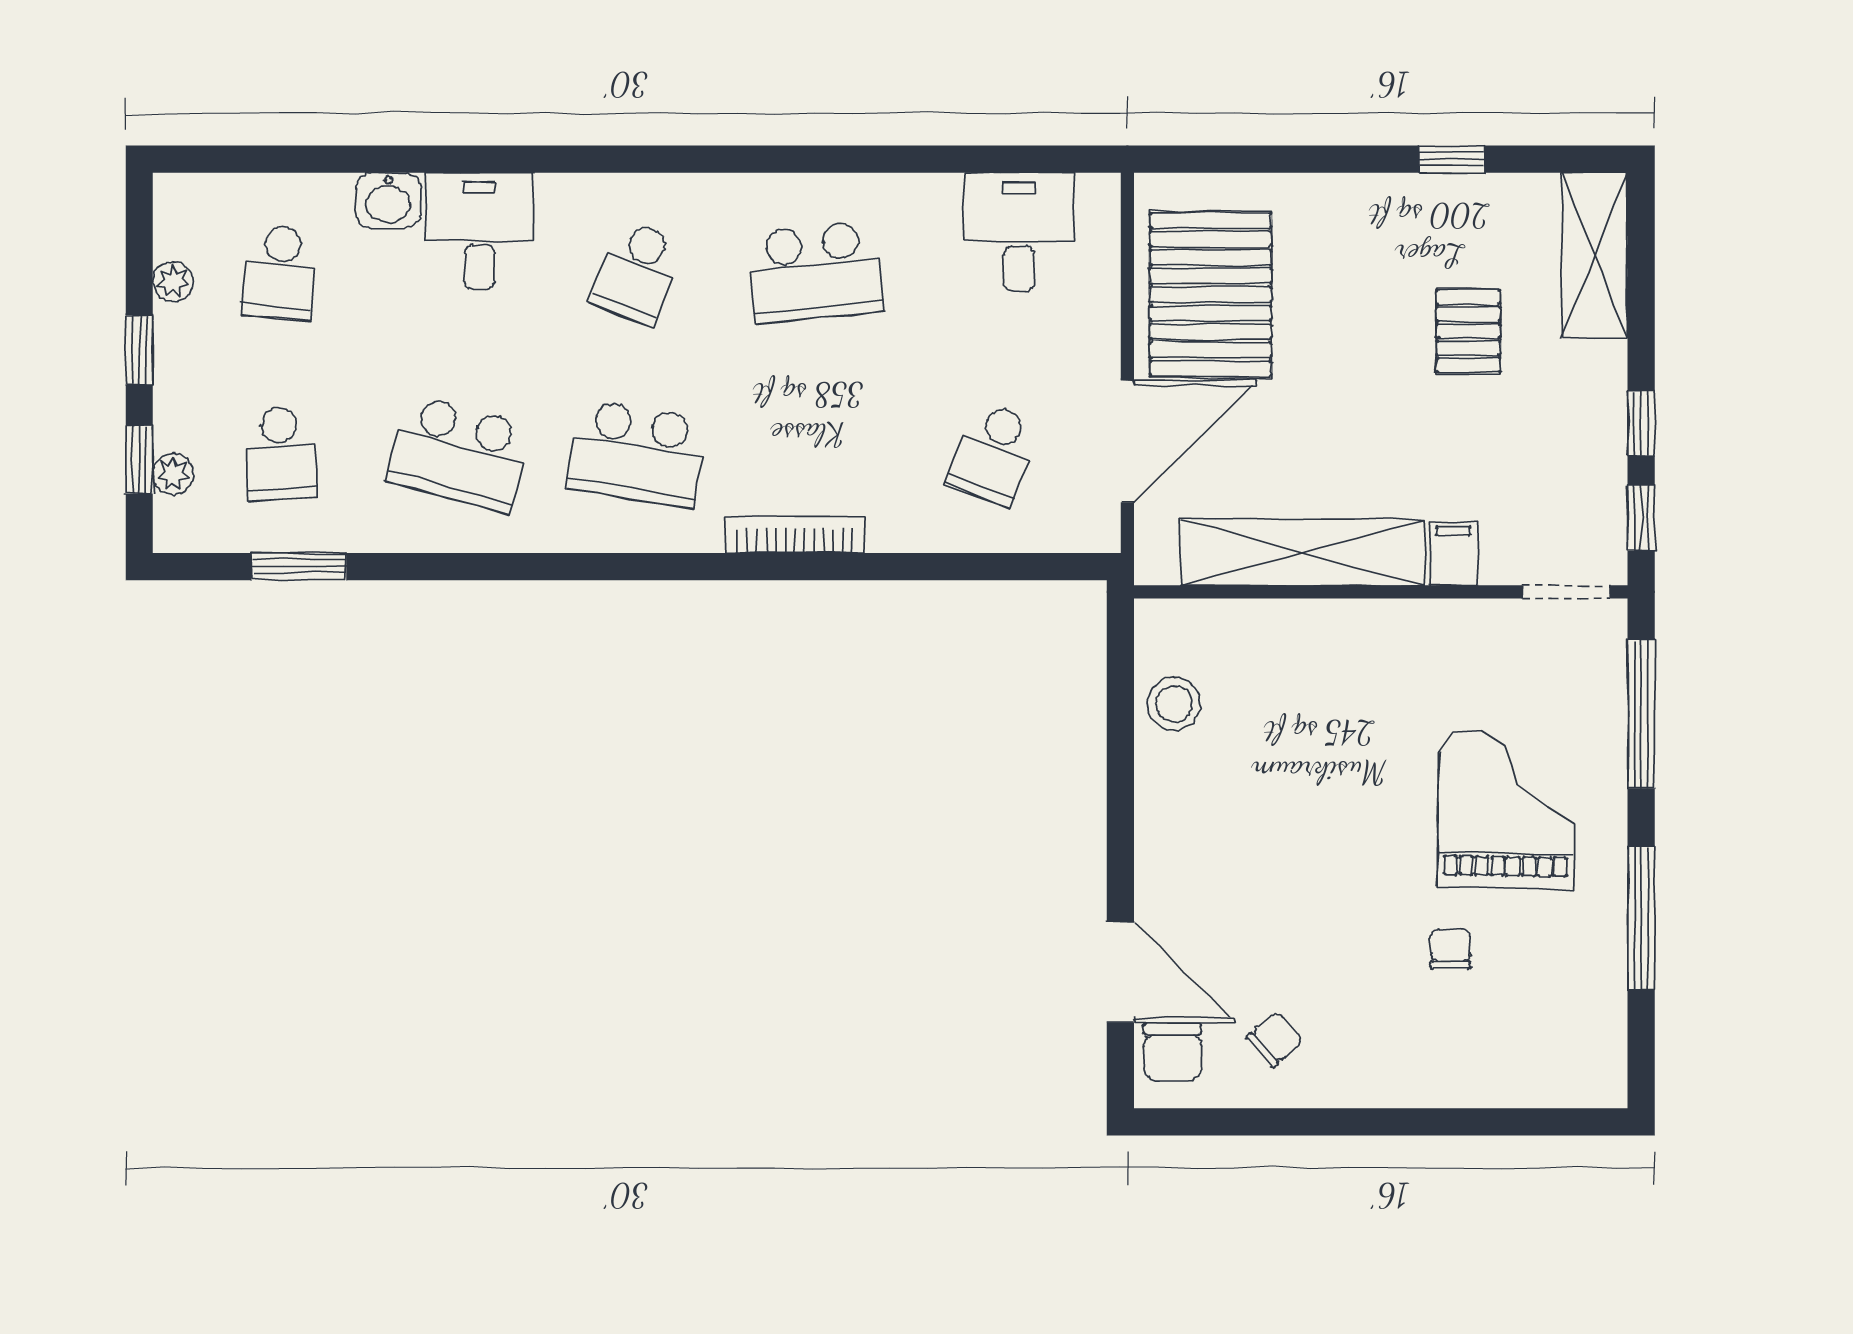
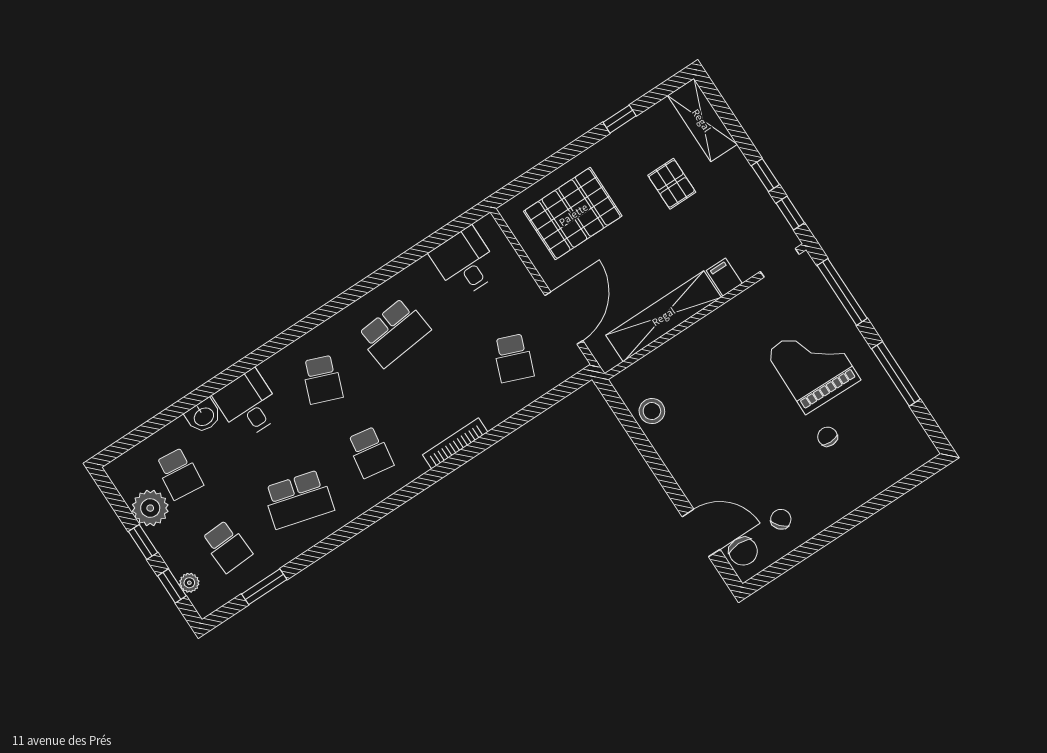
plant: (173, 282) -> (150, 508), width x1.88, depth x1.88
pallet: (1211, 295) -> (573, 214), moved, turned 90
school desk: (637, 453) -> (370, 452), width x0.54

